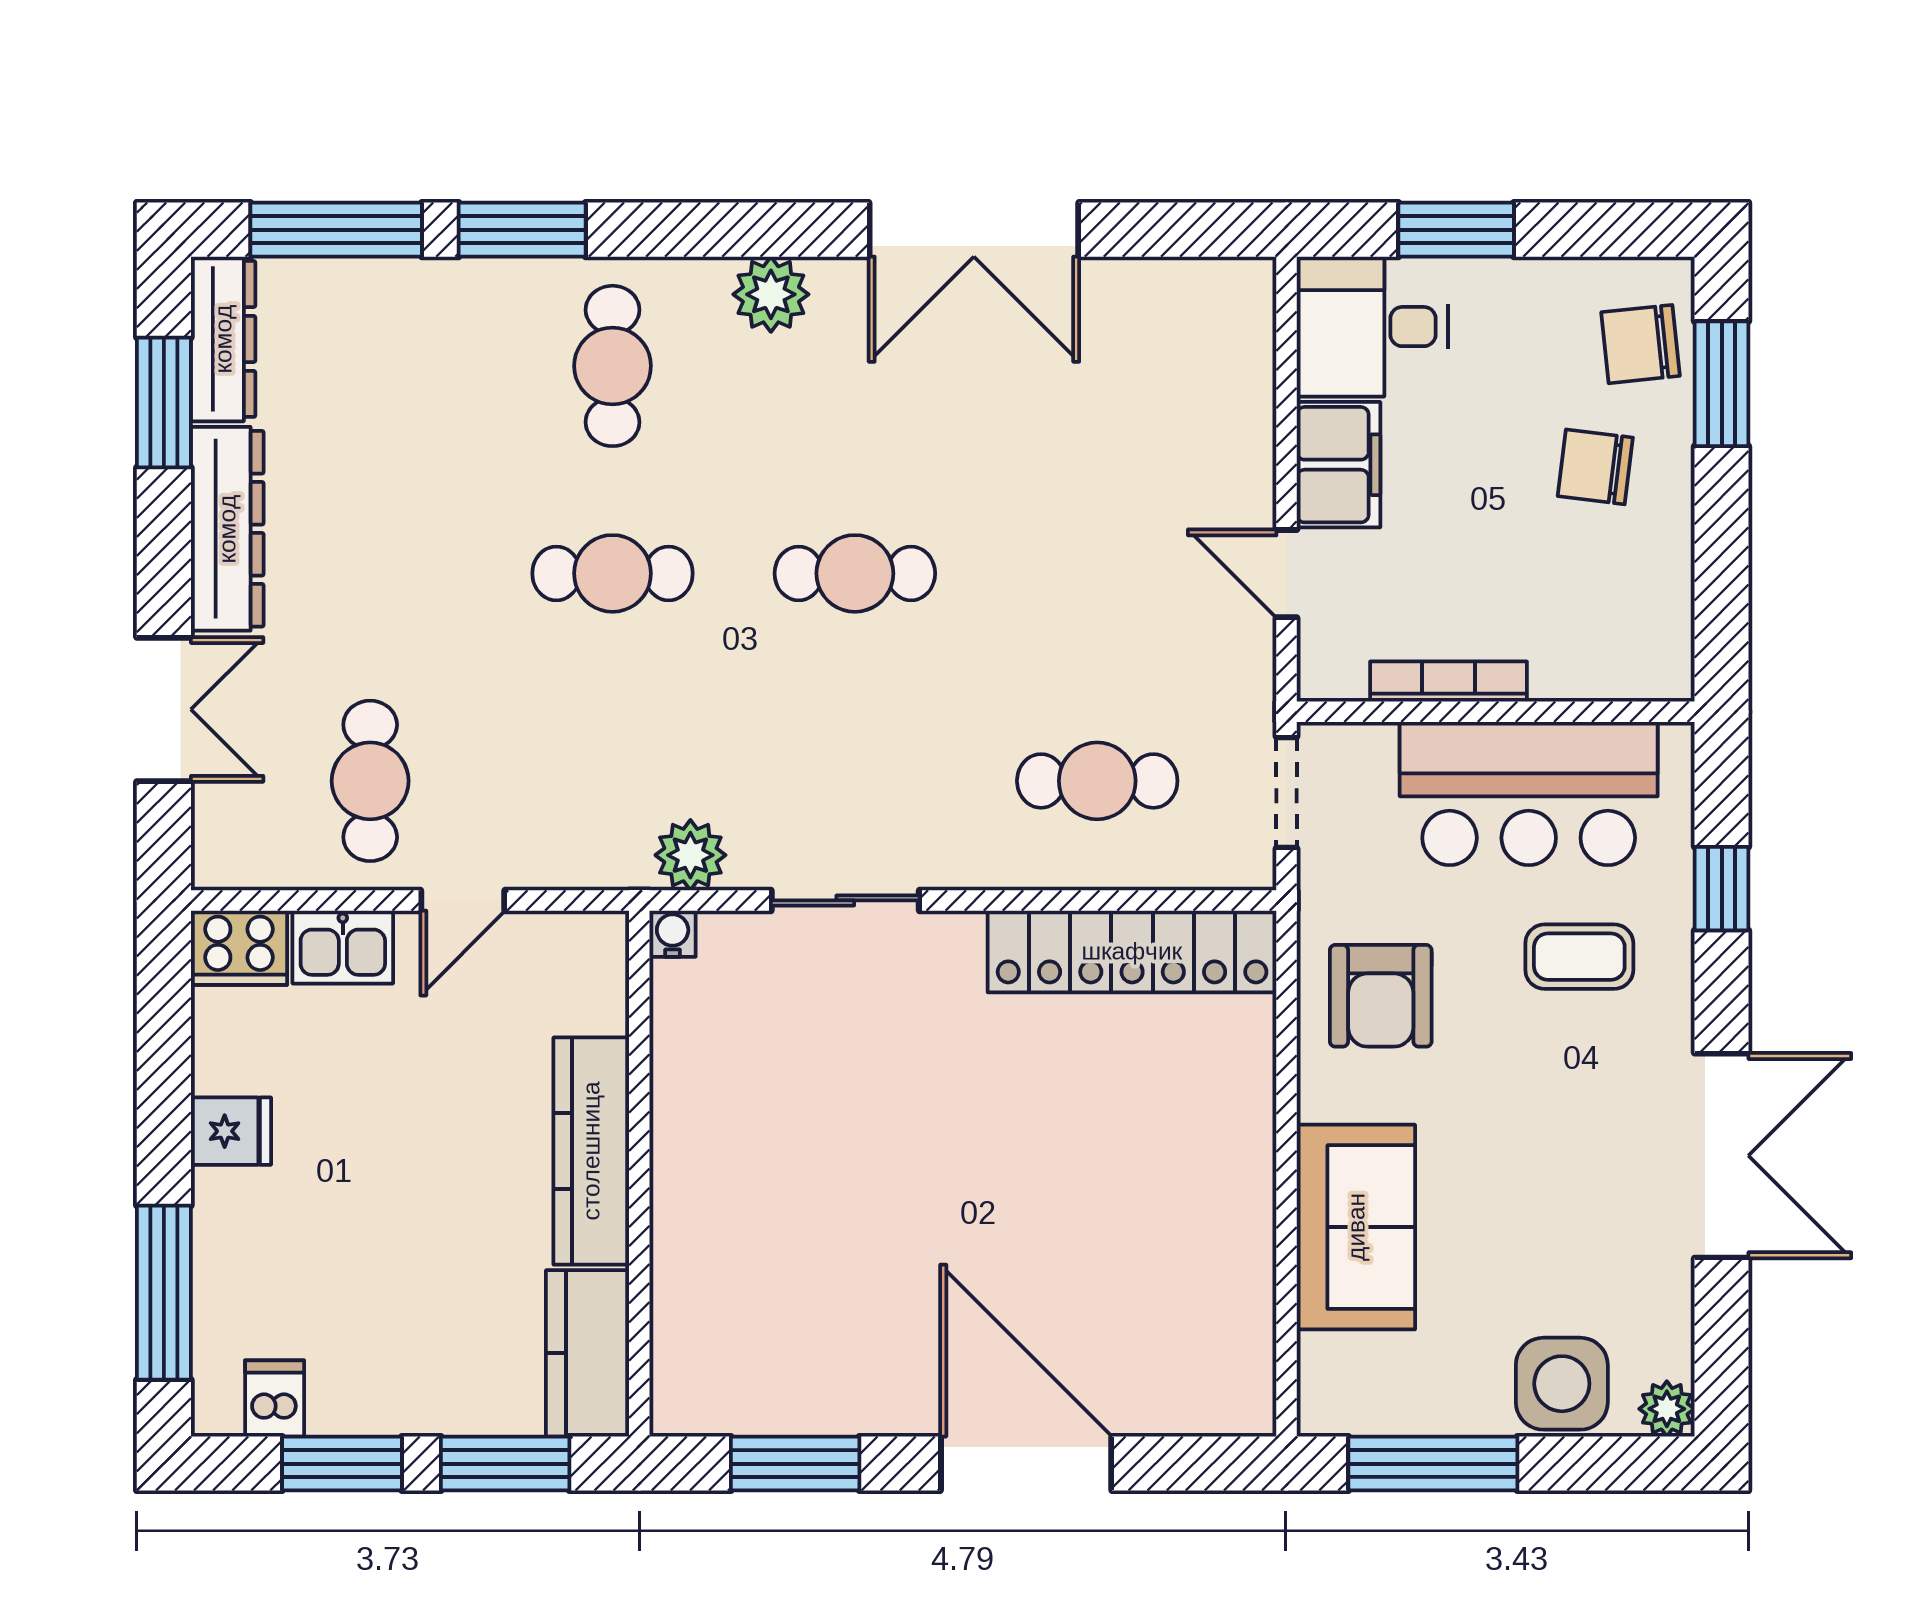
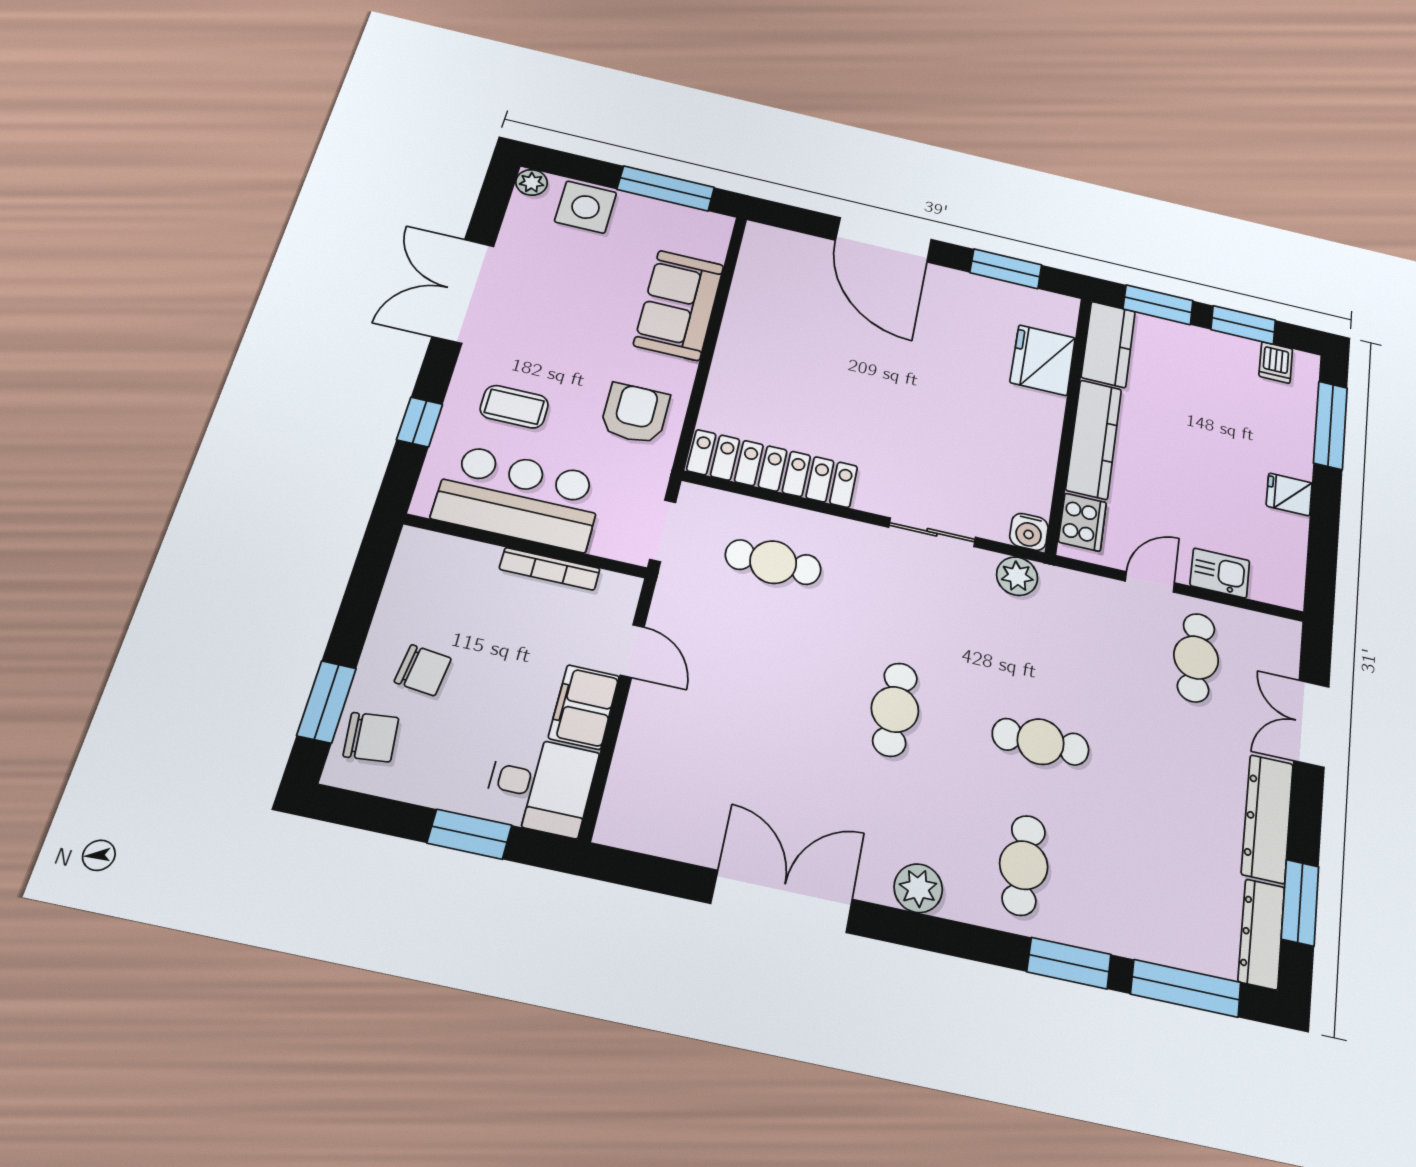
cafe table: (855, 573) -> (895, 709), turned 90
water cooler: (673, 934) -> (1029, 532), width x1.38, depth x1.38
cooker: (239, 948) -> (1082, 522), moved, turned 90
fridge: (702, 1288) -> (1043, 360), added

